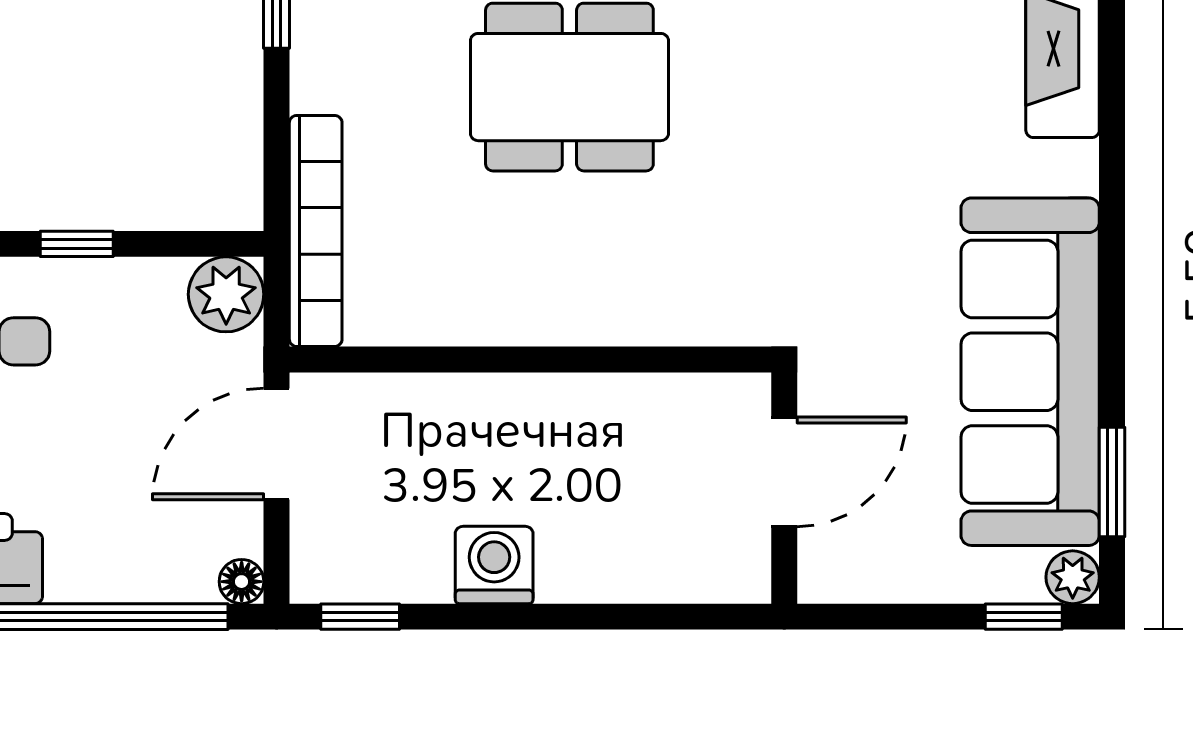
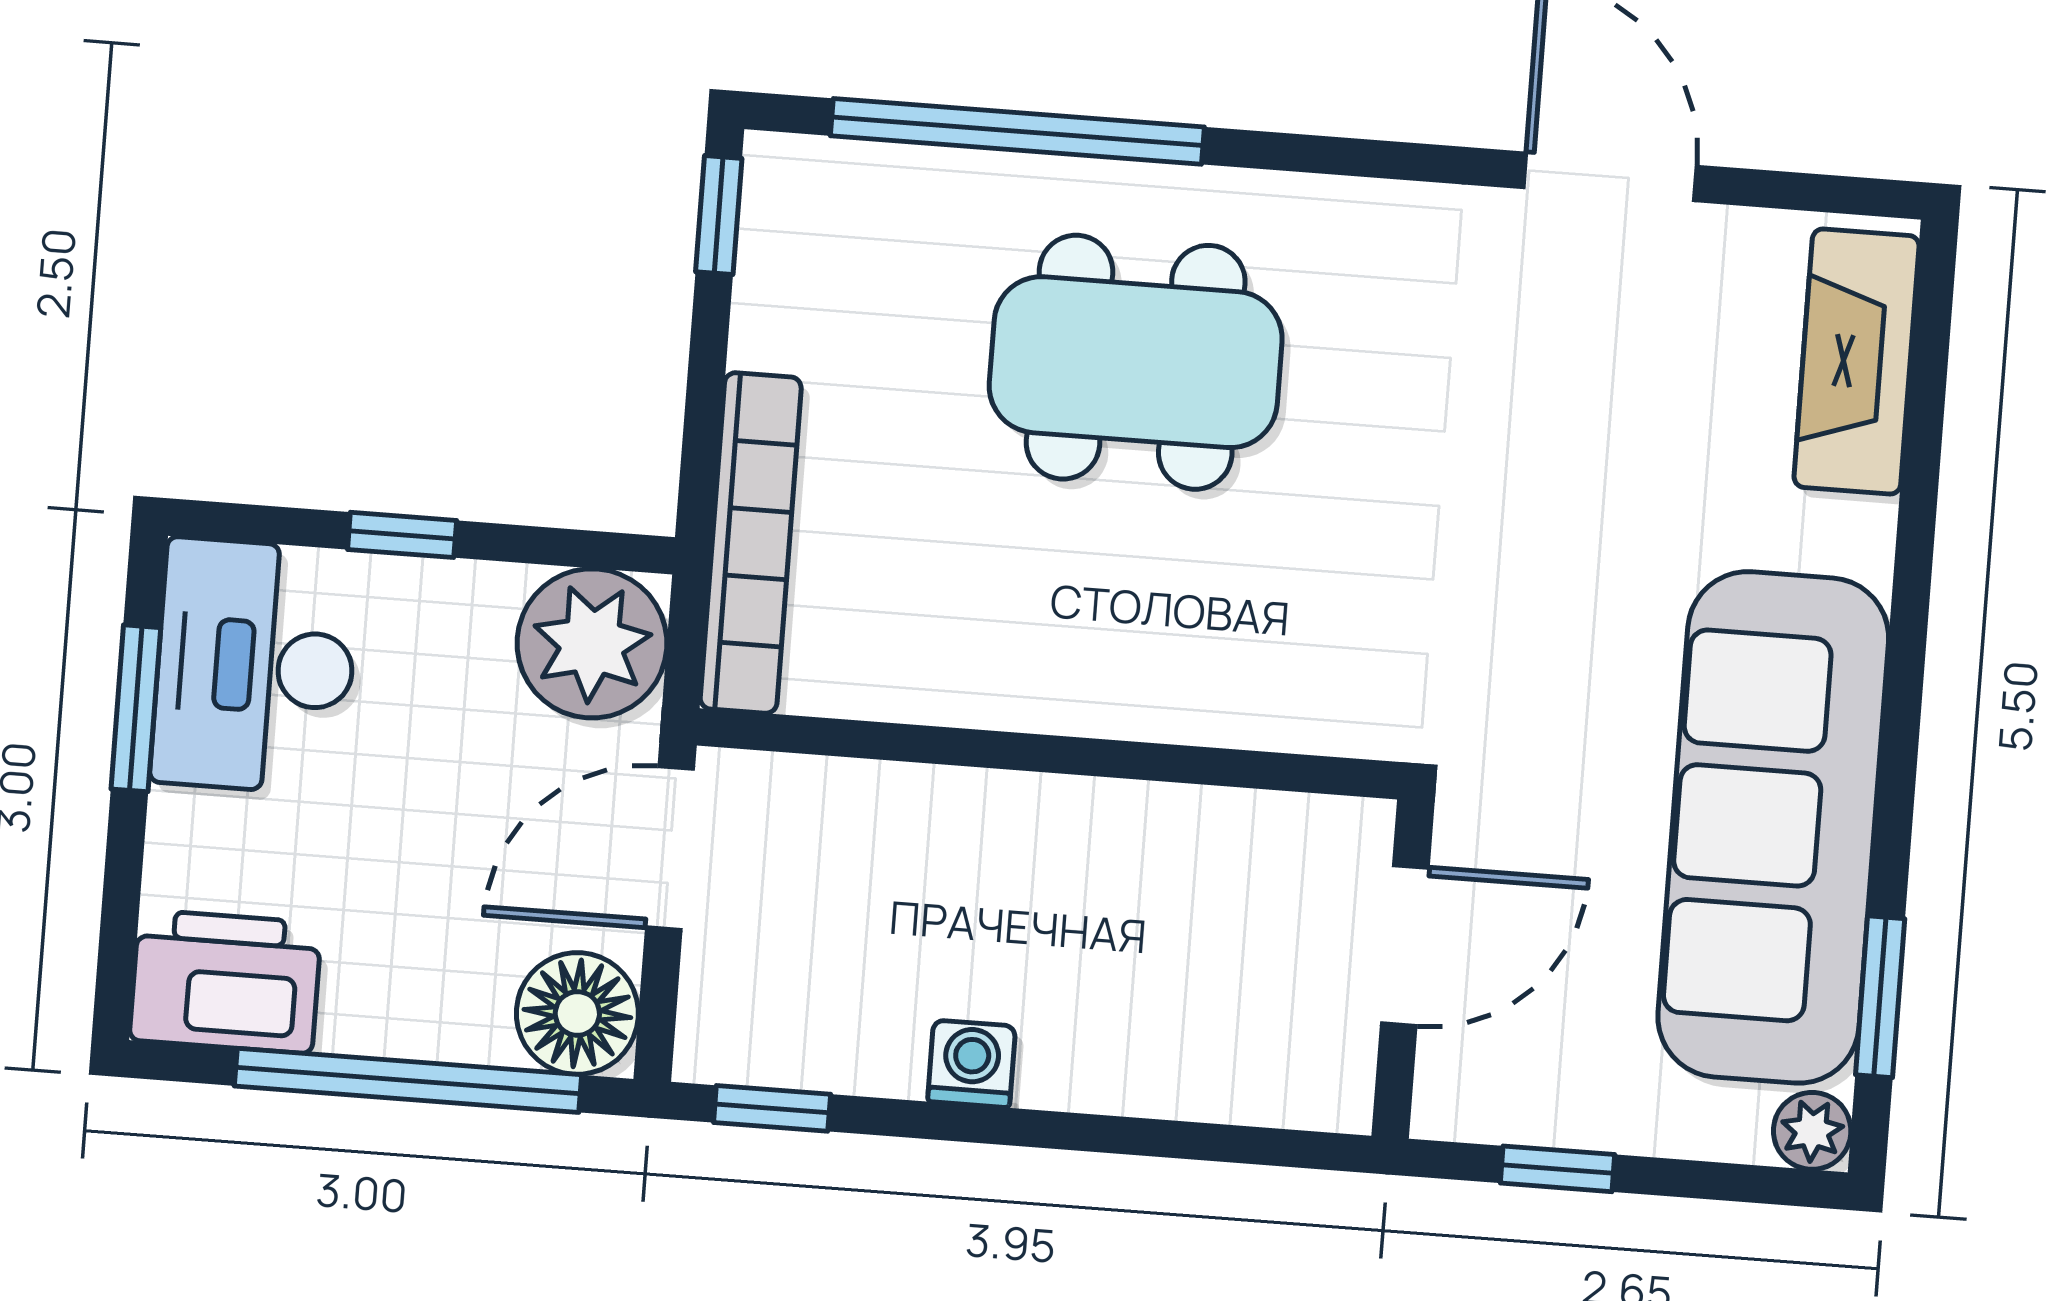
plant: (226, 294) -> (592, 643), width x1.36, depth x1.36
washing machine: (494, 565) -> (972, 1064), width x0.73, depth x0.73
floor lamp: (242, 582) -> (577, 1013), width x1.89, depth x1.89
window: (1024, 617) -> (1557, 1169), moved

